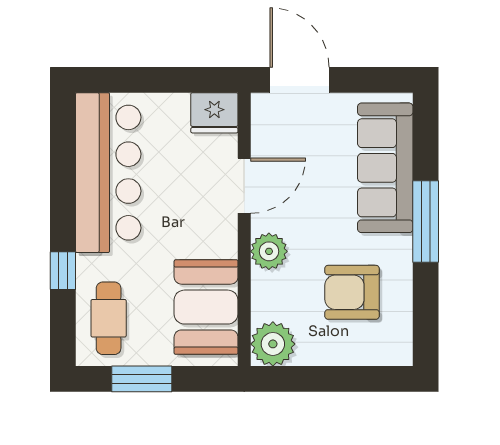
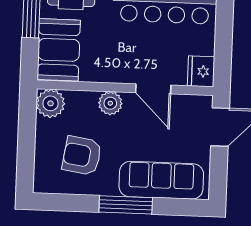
armchair: (352, 292) -> (82, 156), turned -81
booth: (206, 307) -> (59, 50), moved, turned 90

